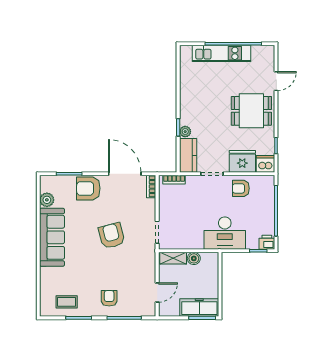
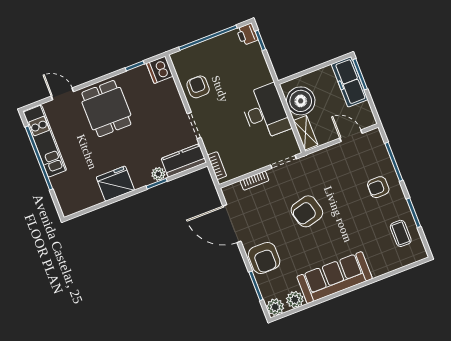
kitchen unit: (221, 53) -> (45, 141), moved
fridge: (242, 161) -> (115, 184), moved, turned 90
door: (125, 174) -> (232, 224), hinge flipped
plant: (47, 182) -> (275, 307), added
bookcase: (151, 186) -> (254, 181), moved
armchair: (241, 188) -> (198, 87), turned 180
desk: (225, 233) -> (265, 112), moved
boiler: (194, 258) -> (301, 101), width x1.86, depth x1.86

